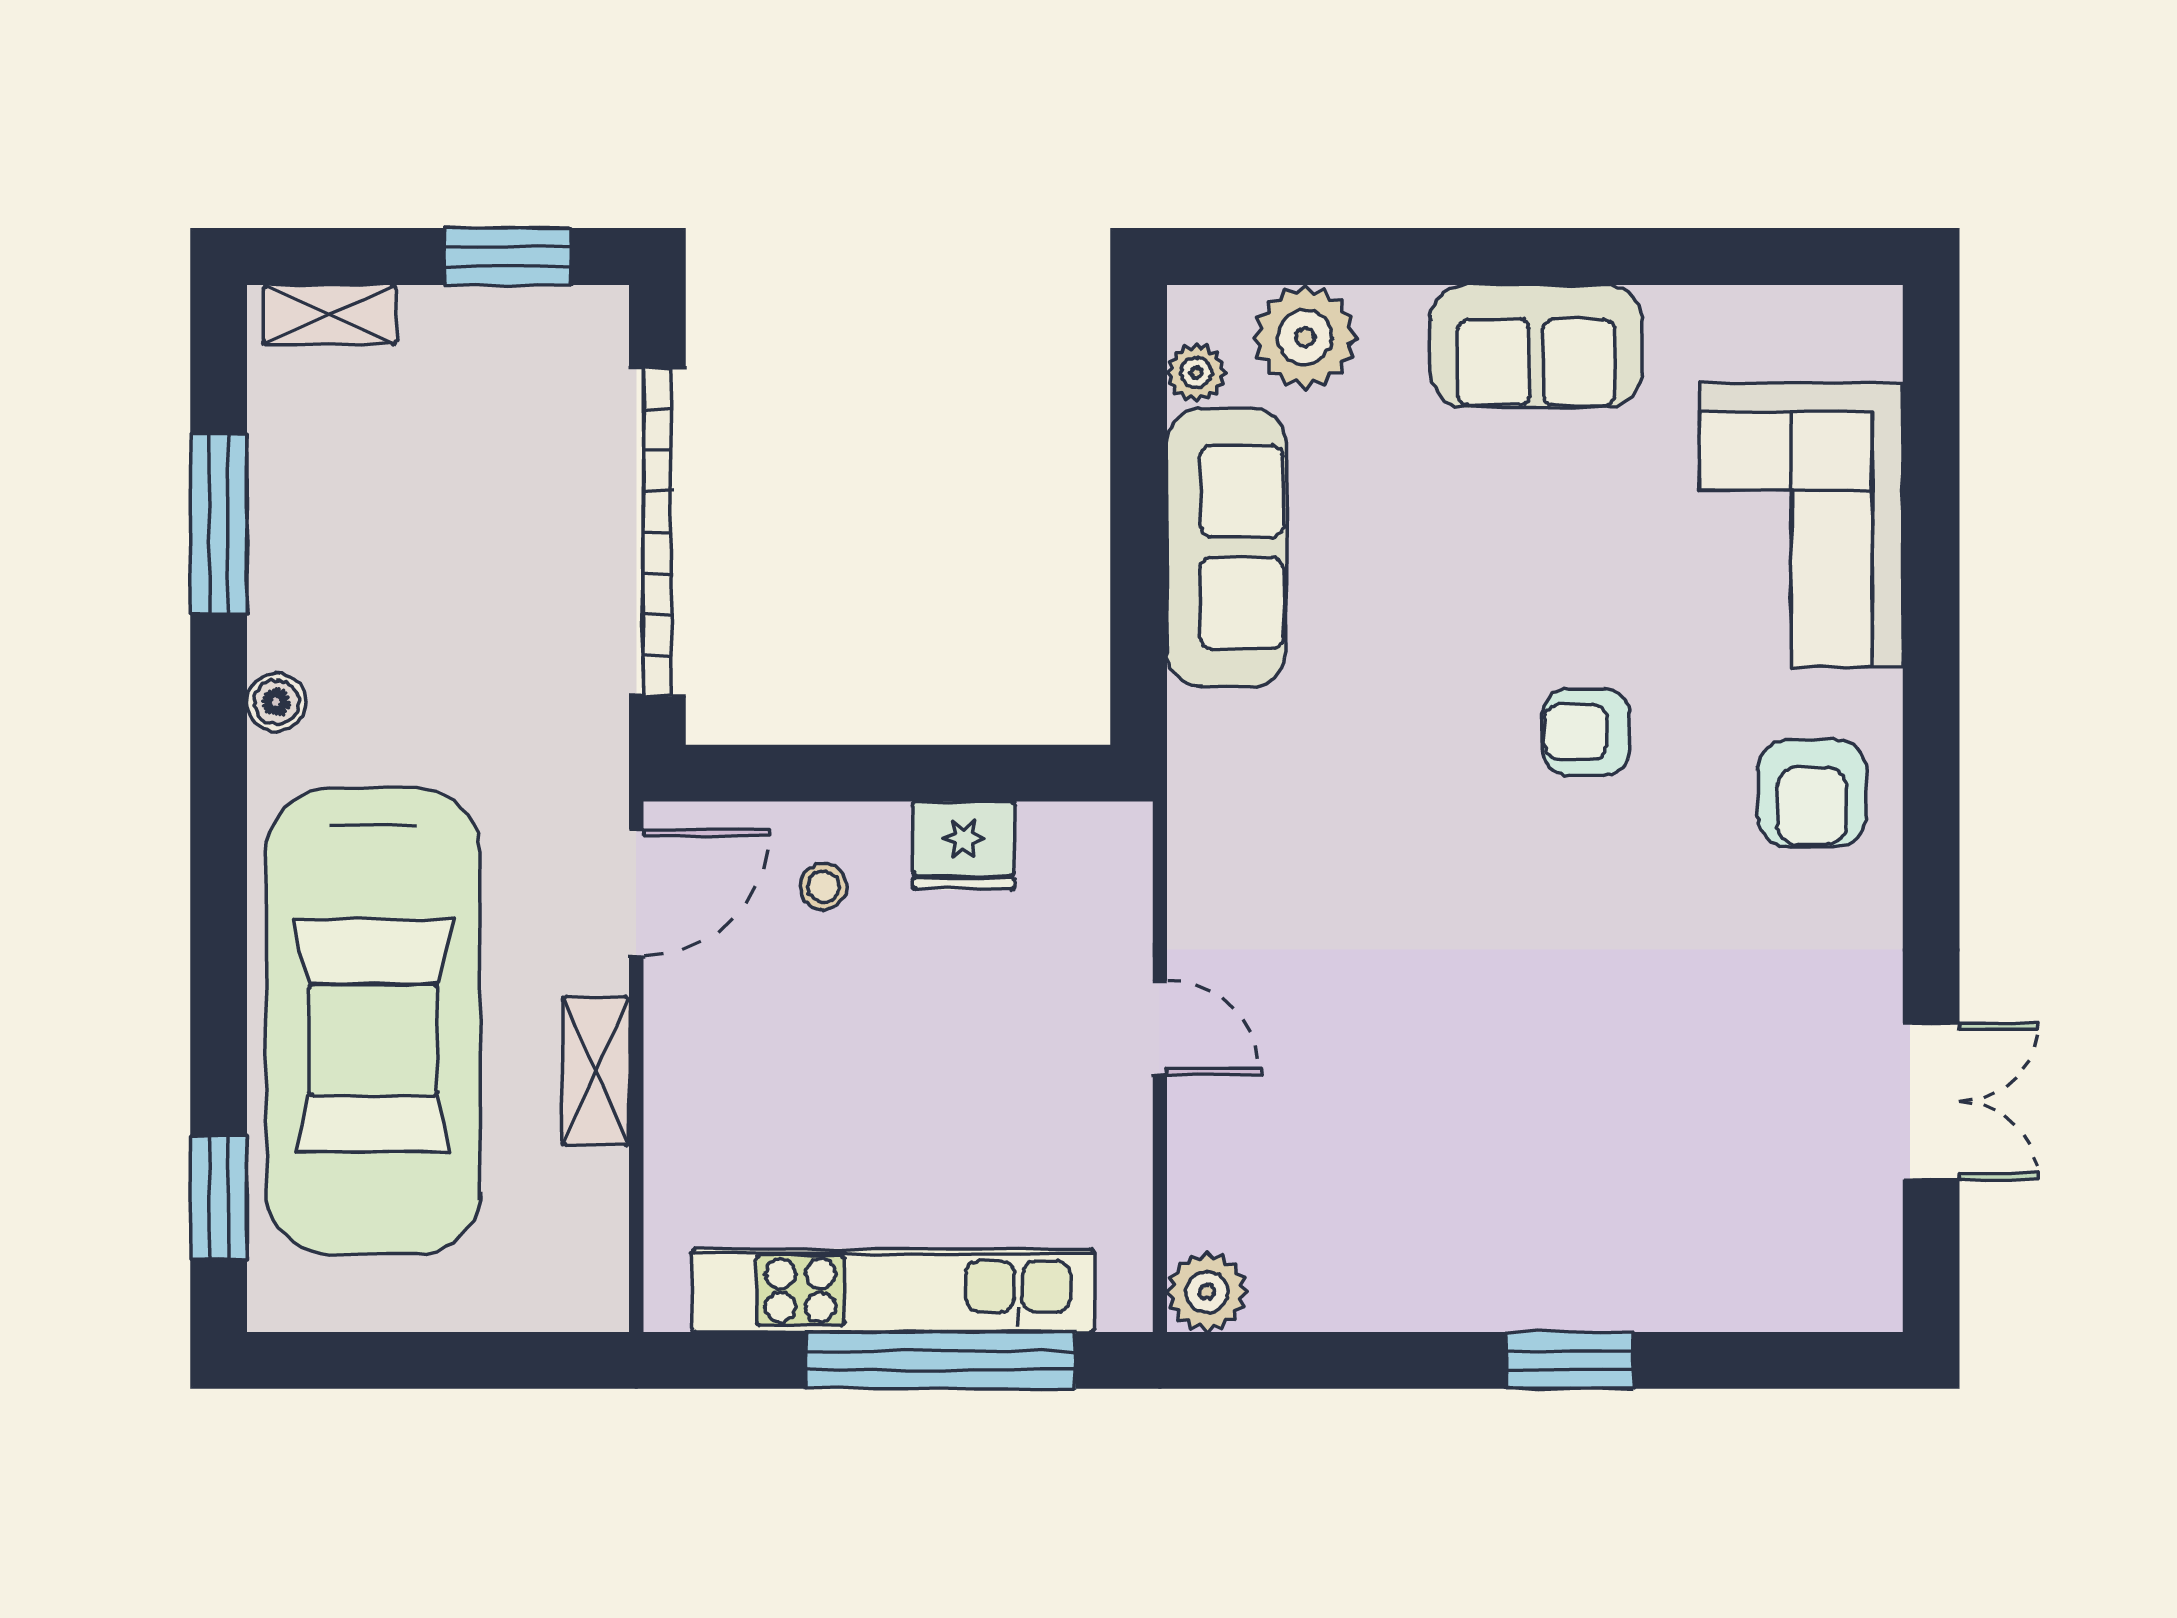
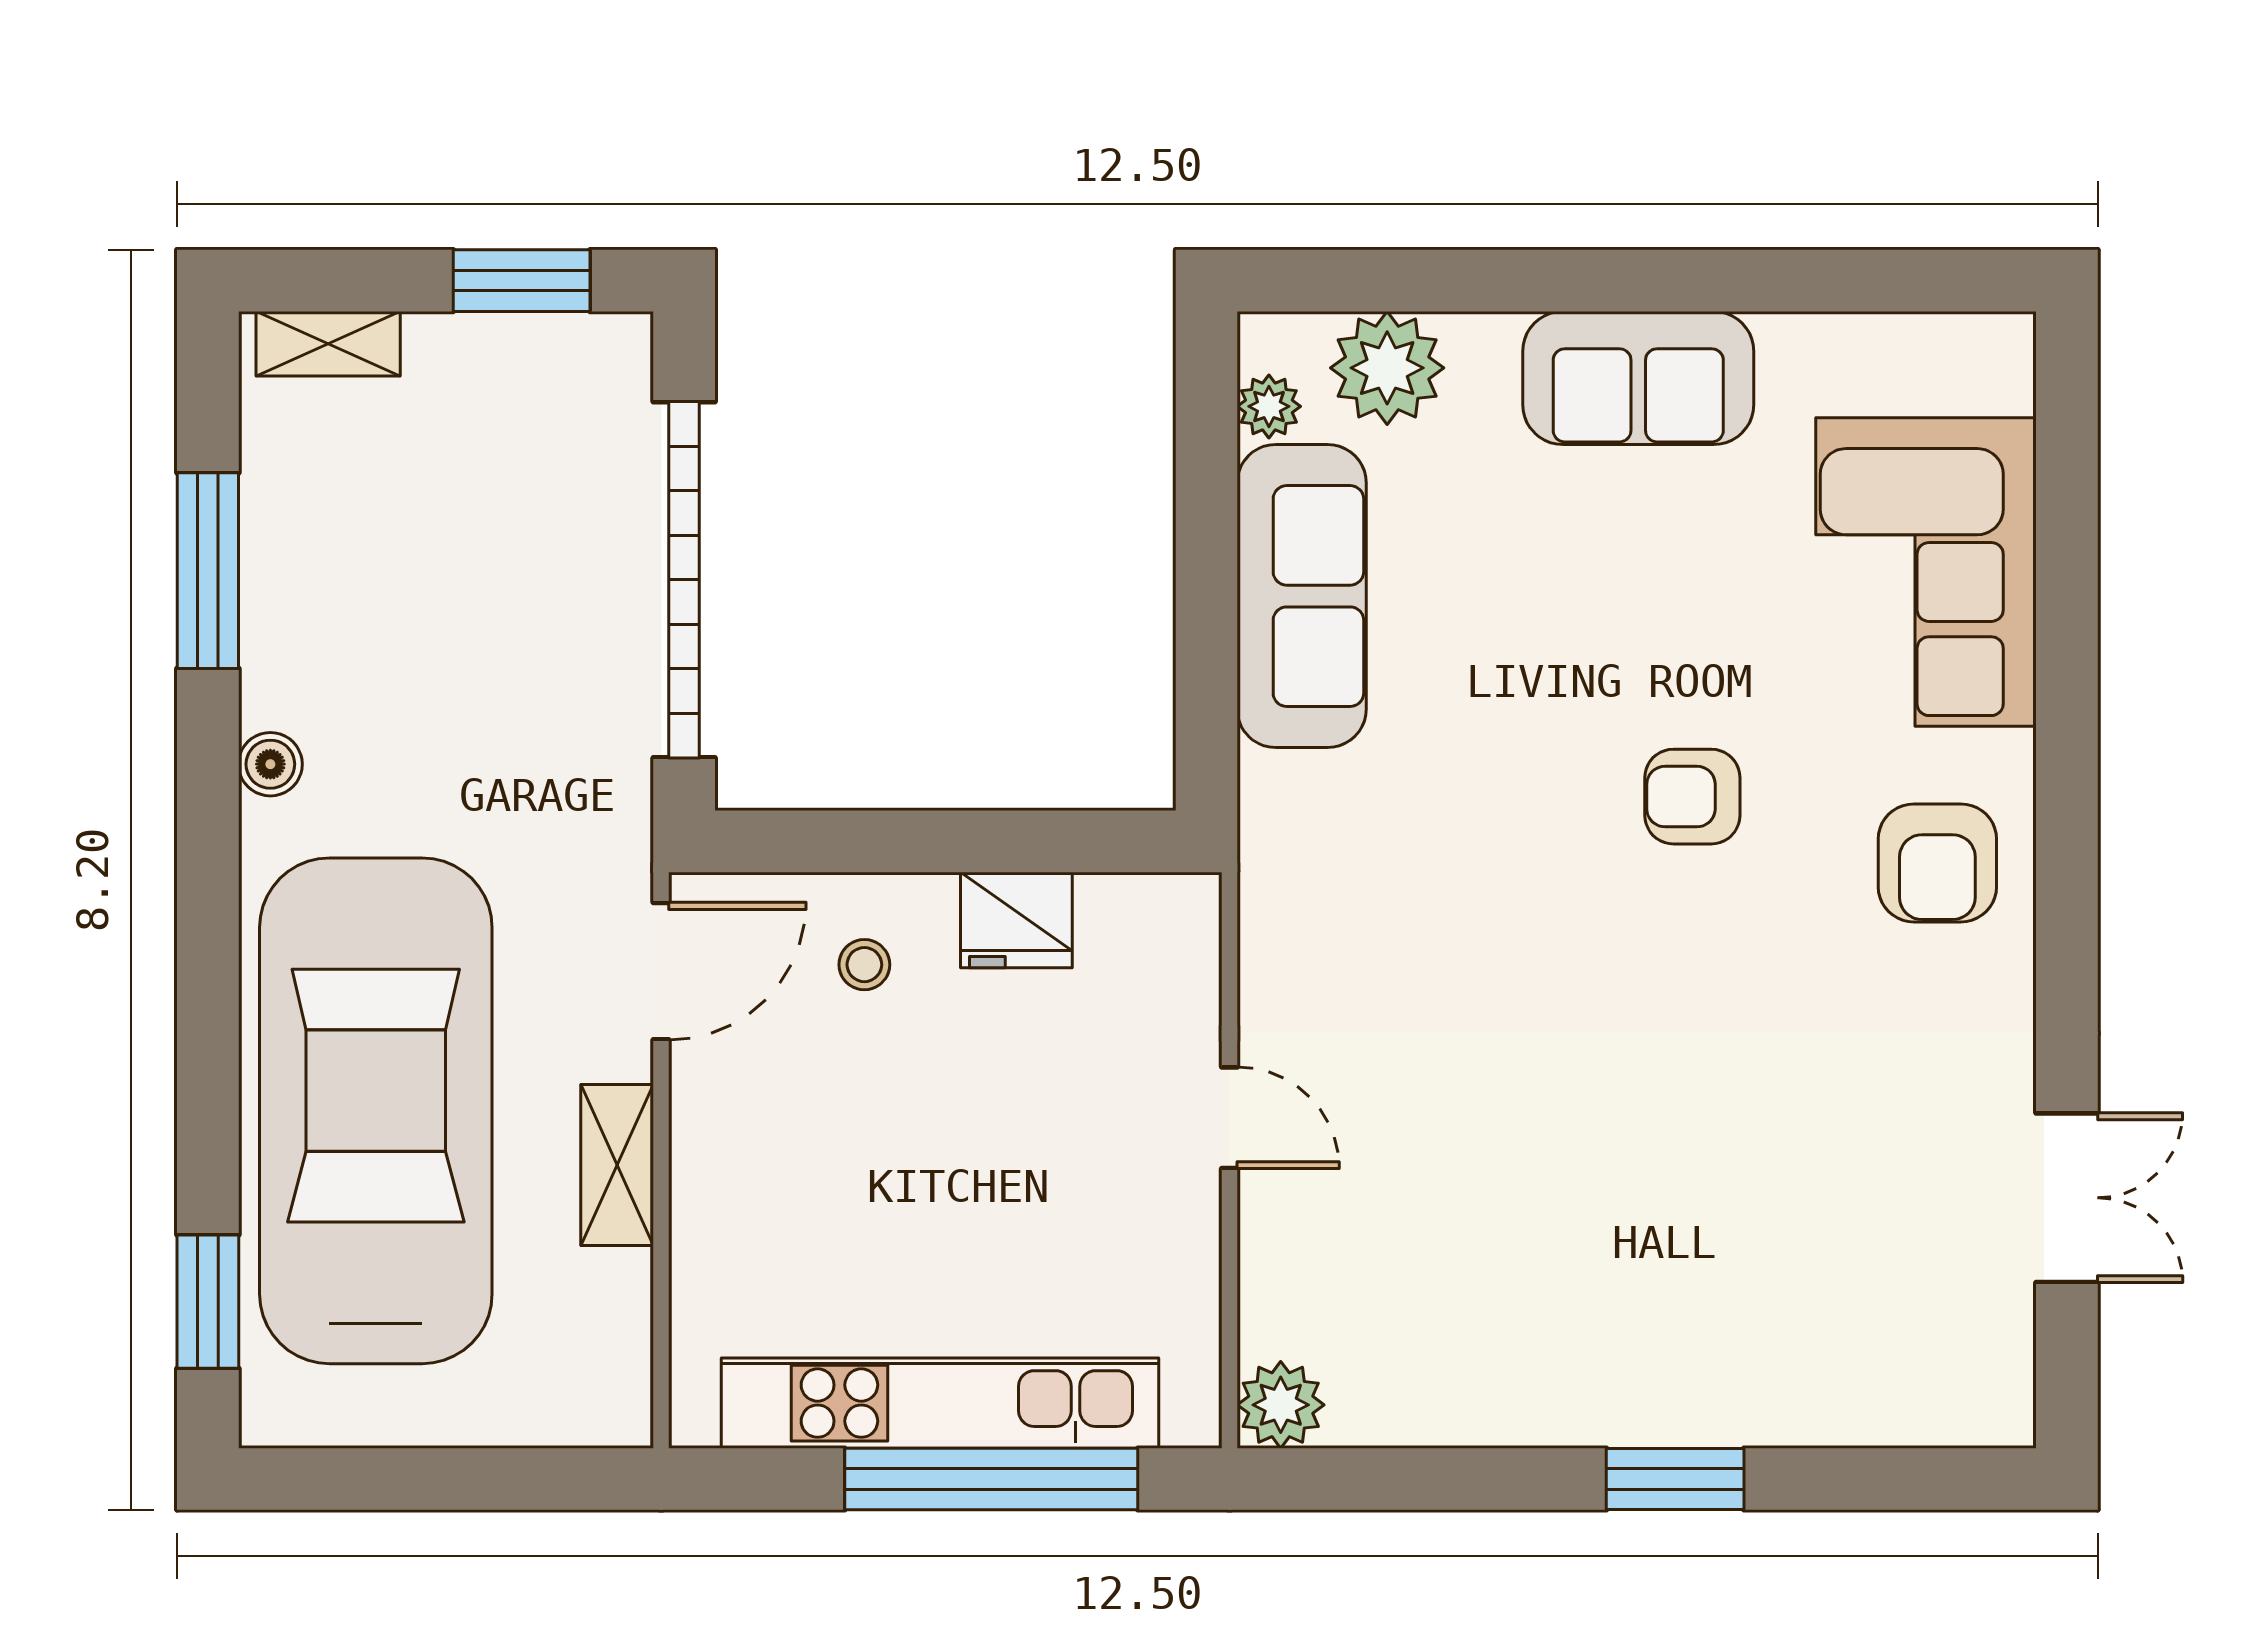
car: (373, 1021) -> (376, 1111), turned 180

